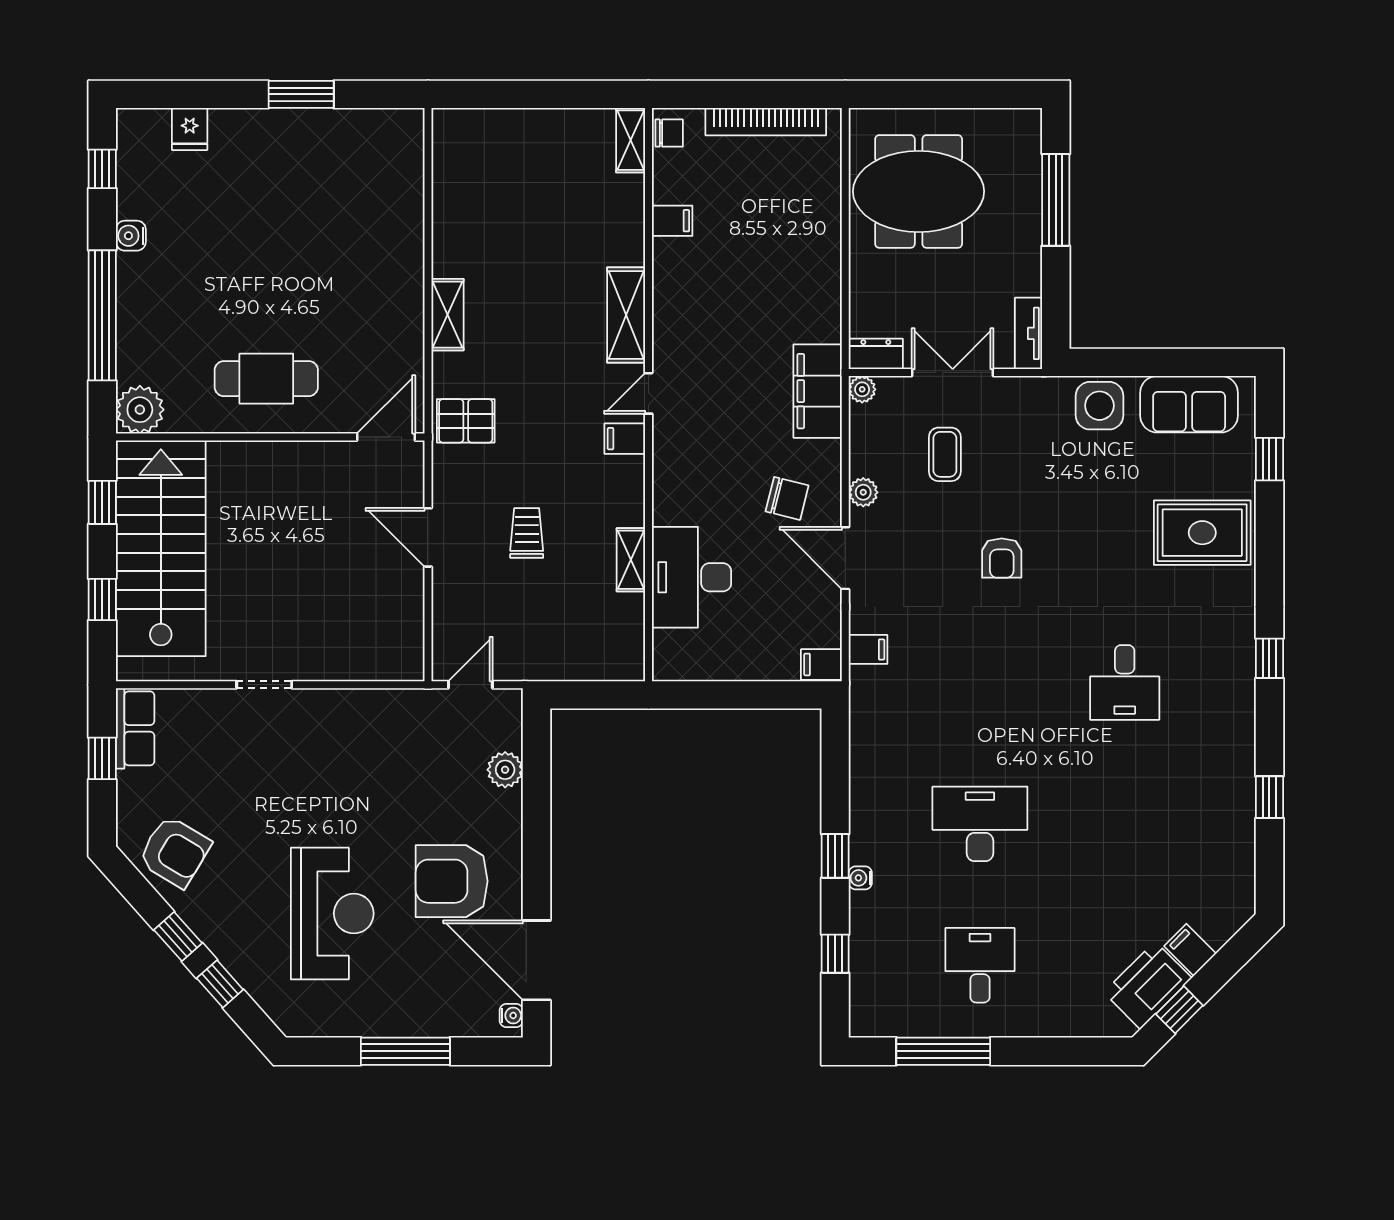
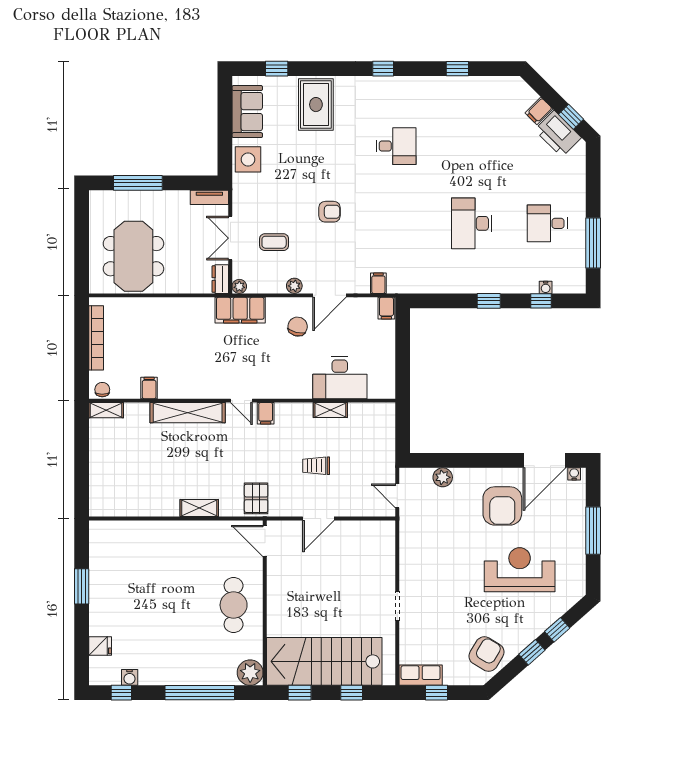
water cooler: (131, 236) -> (130, 677), moved
shelving: (626, 315) -> (188, 413), width x1.47
water cooler: (860, 878) -> (546, 287), moved

